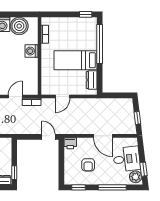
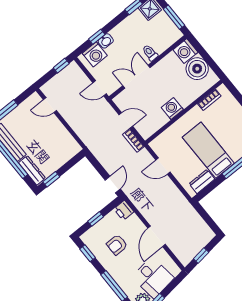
washing machine: (31, 51) -> (172, 109), moved
window: (61, 165) -> (96, 219), added

